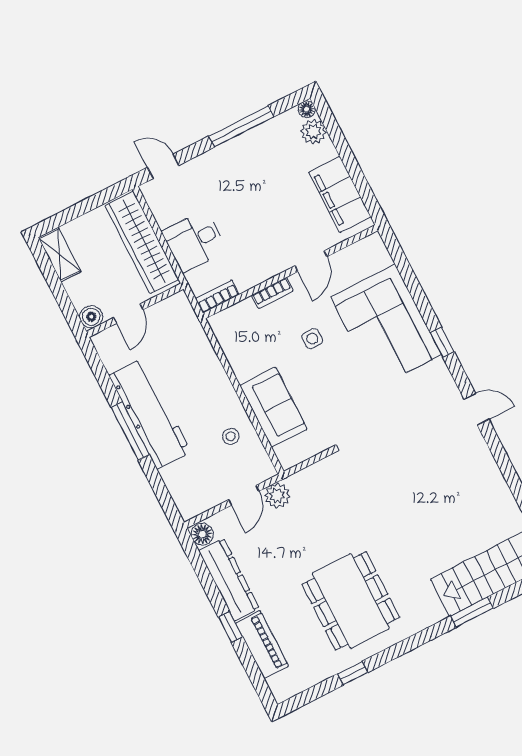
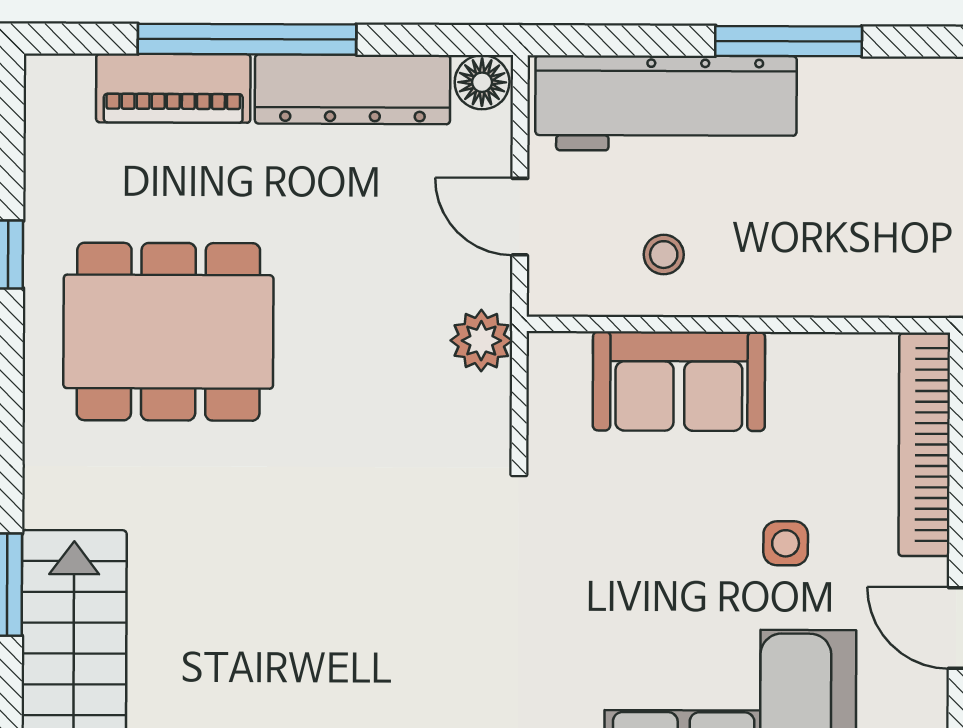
bookcase: (272, 293) -> (924, 445), width x2.31, depth x1.31
workbench: (150, 414) -> (666, 103), moved
plant: (277, 496) -> (481, 341), moved
window: (230, 627) -> (247, 39), width x3.17

